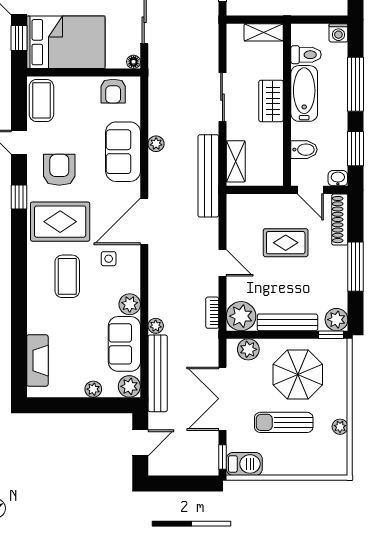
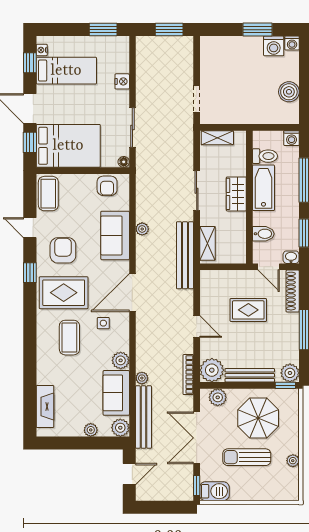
shelving: (264, 32) -> (217, 138), moved
bookcase: (212, 313) -> (188, 375), width x1.56

